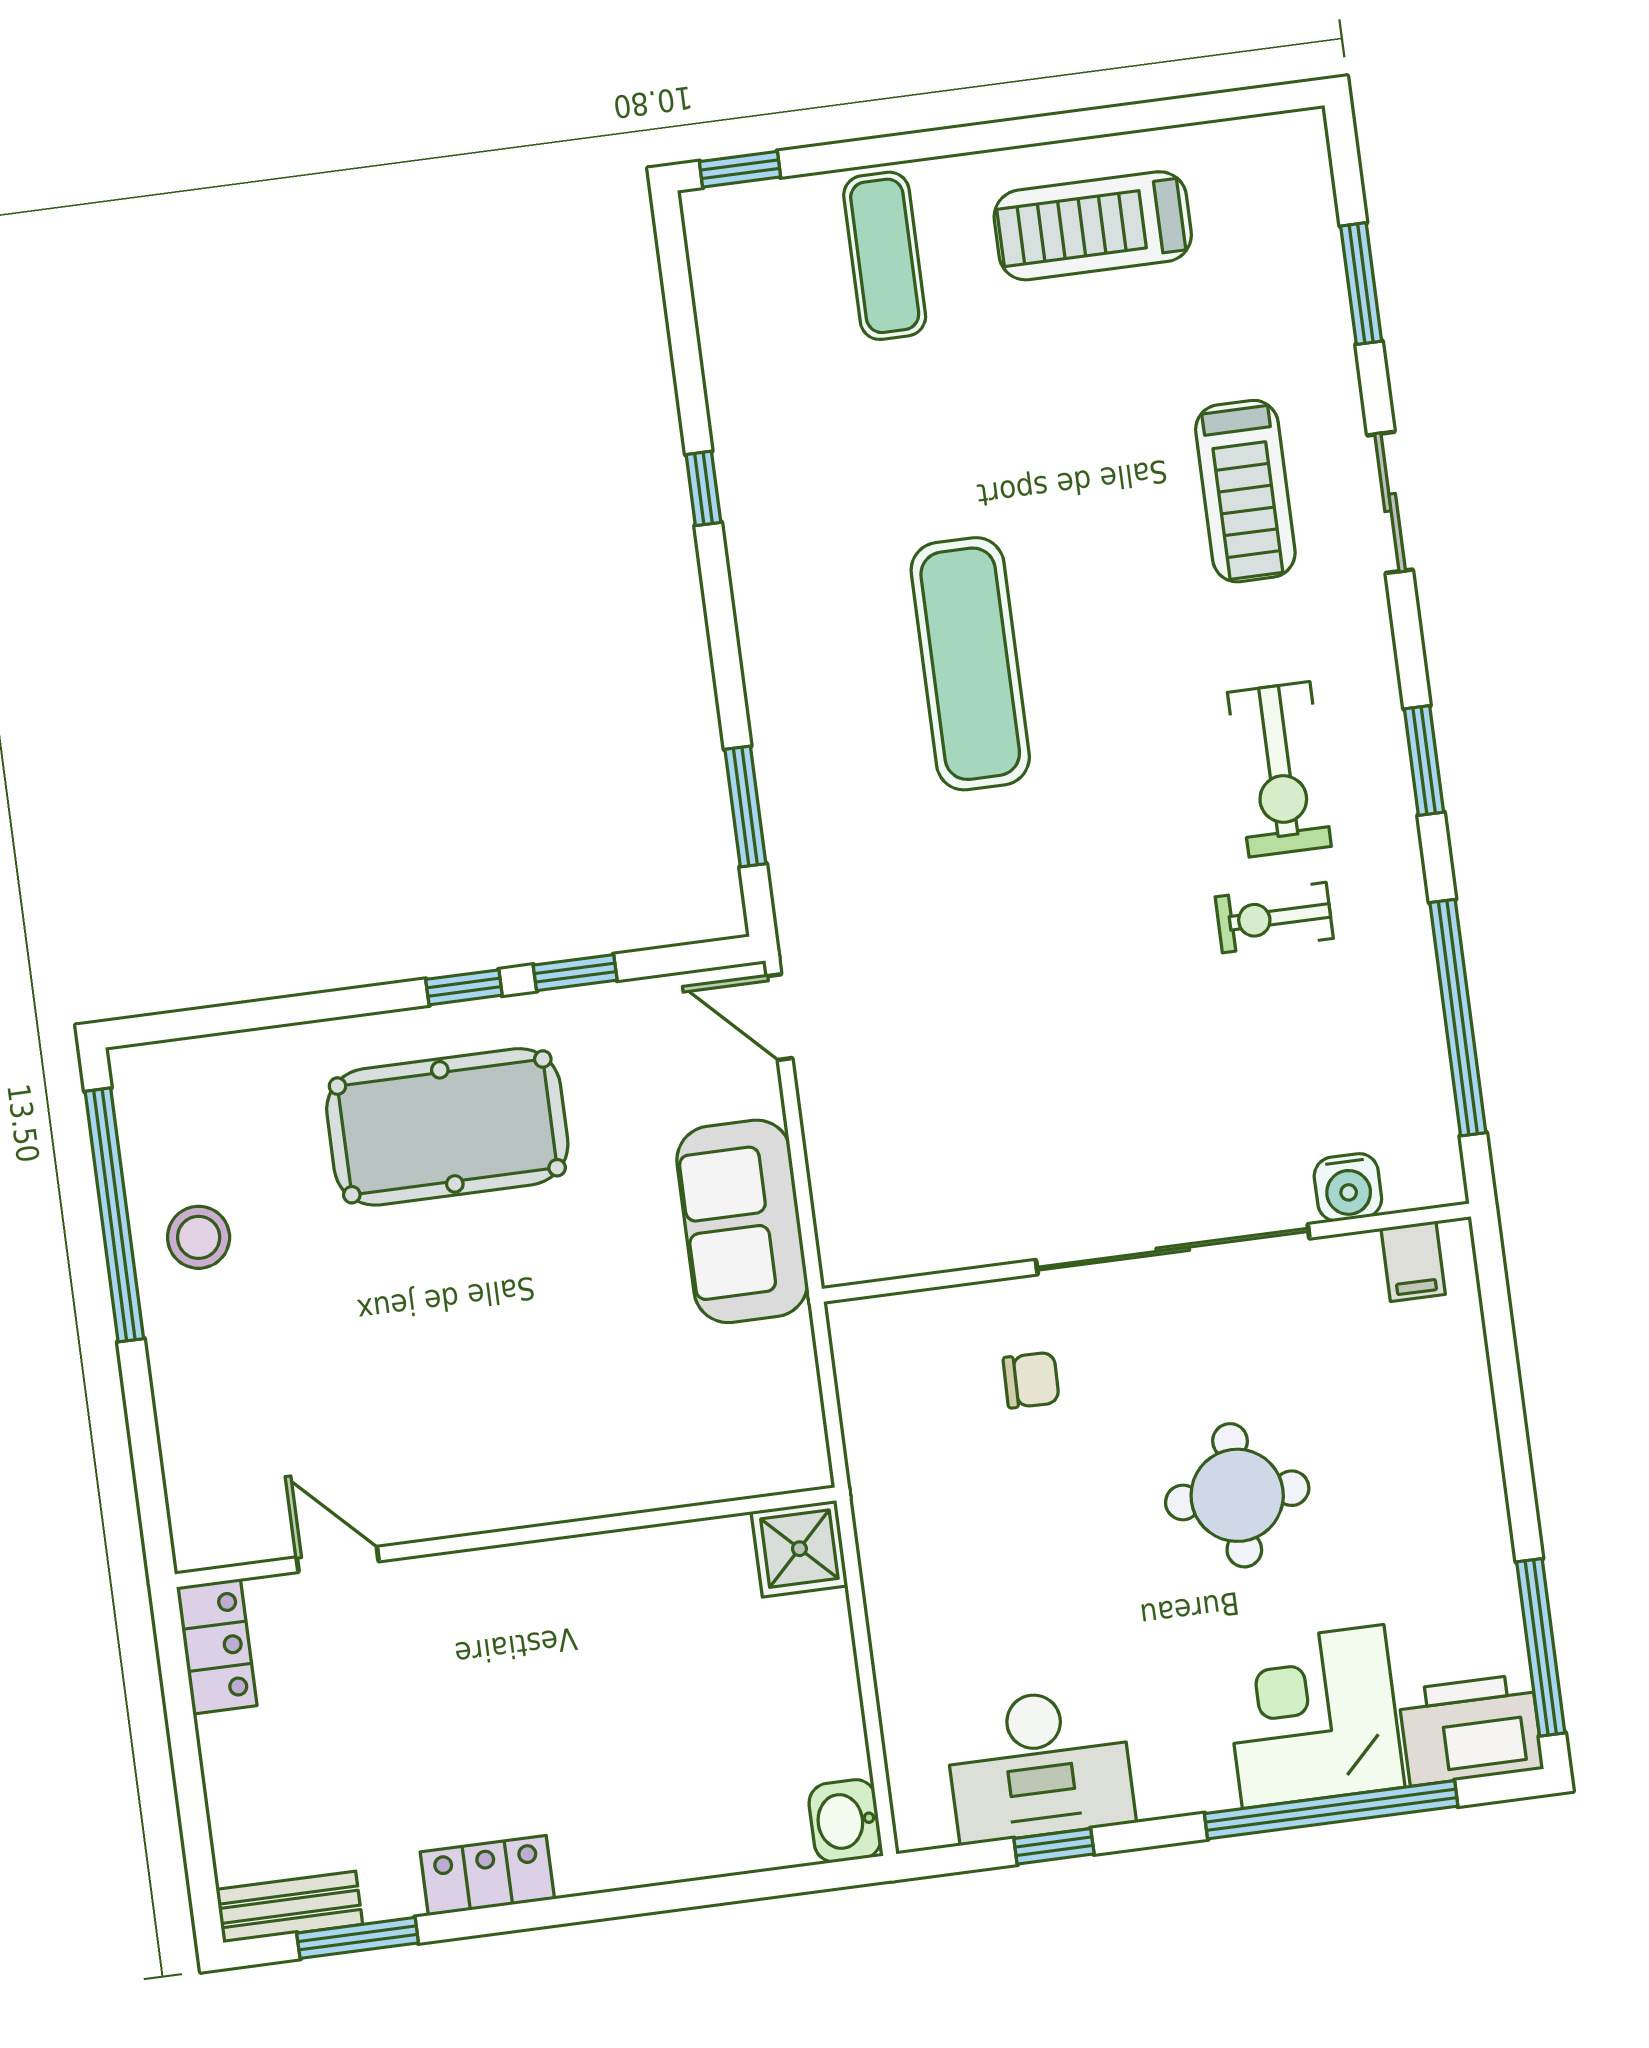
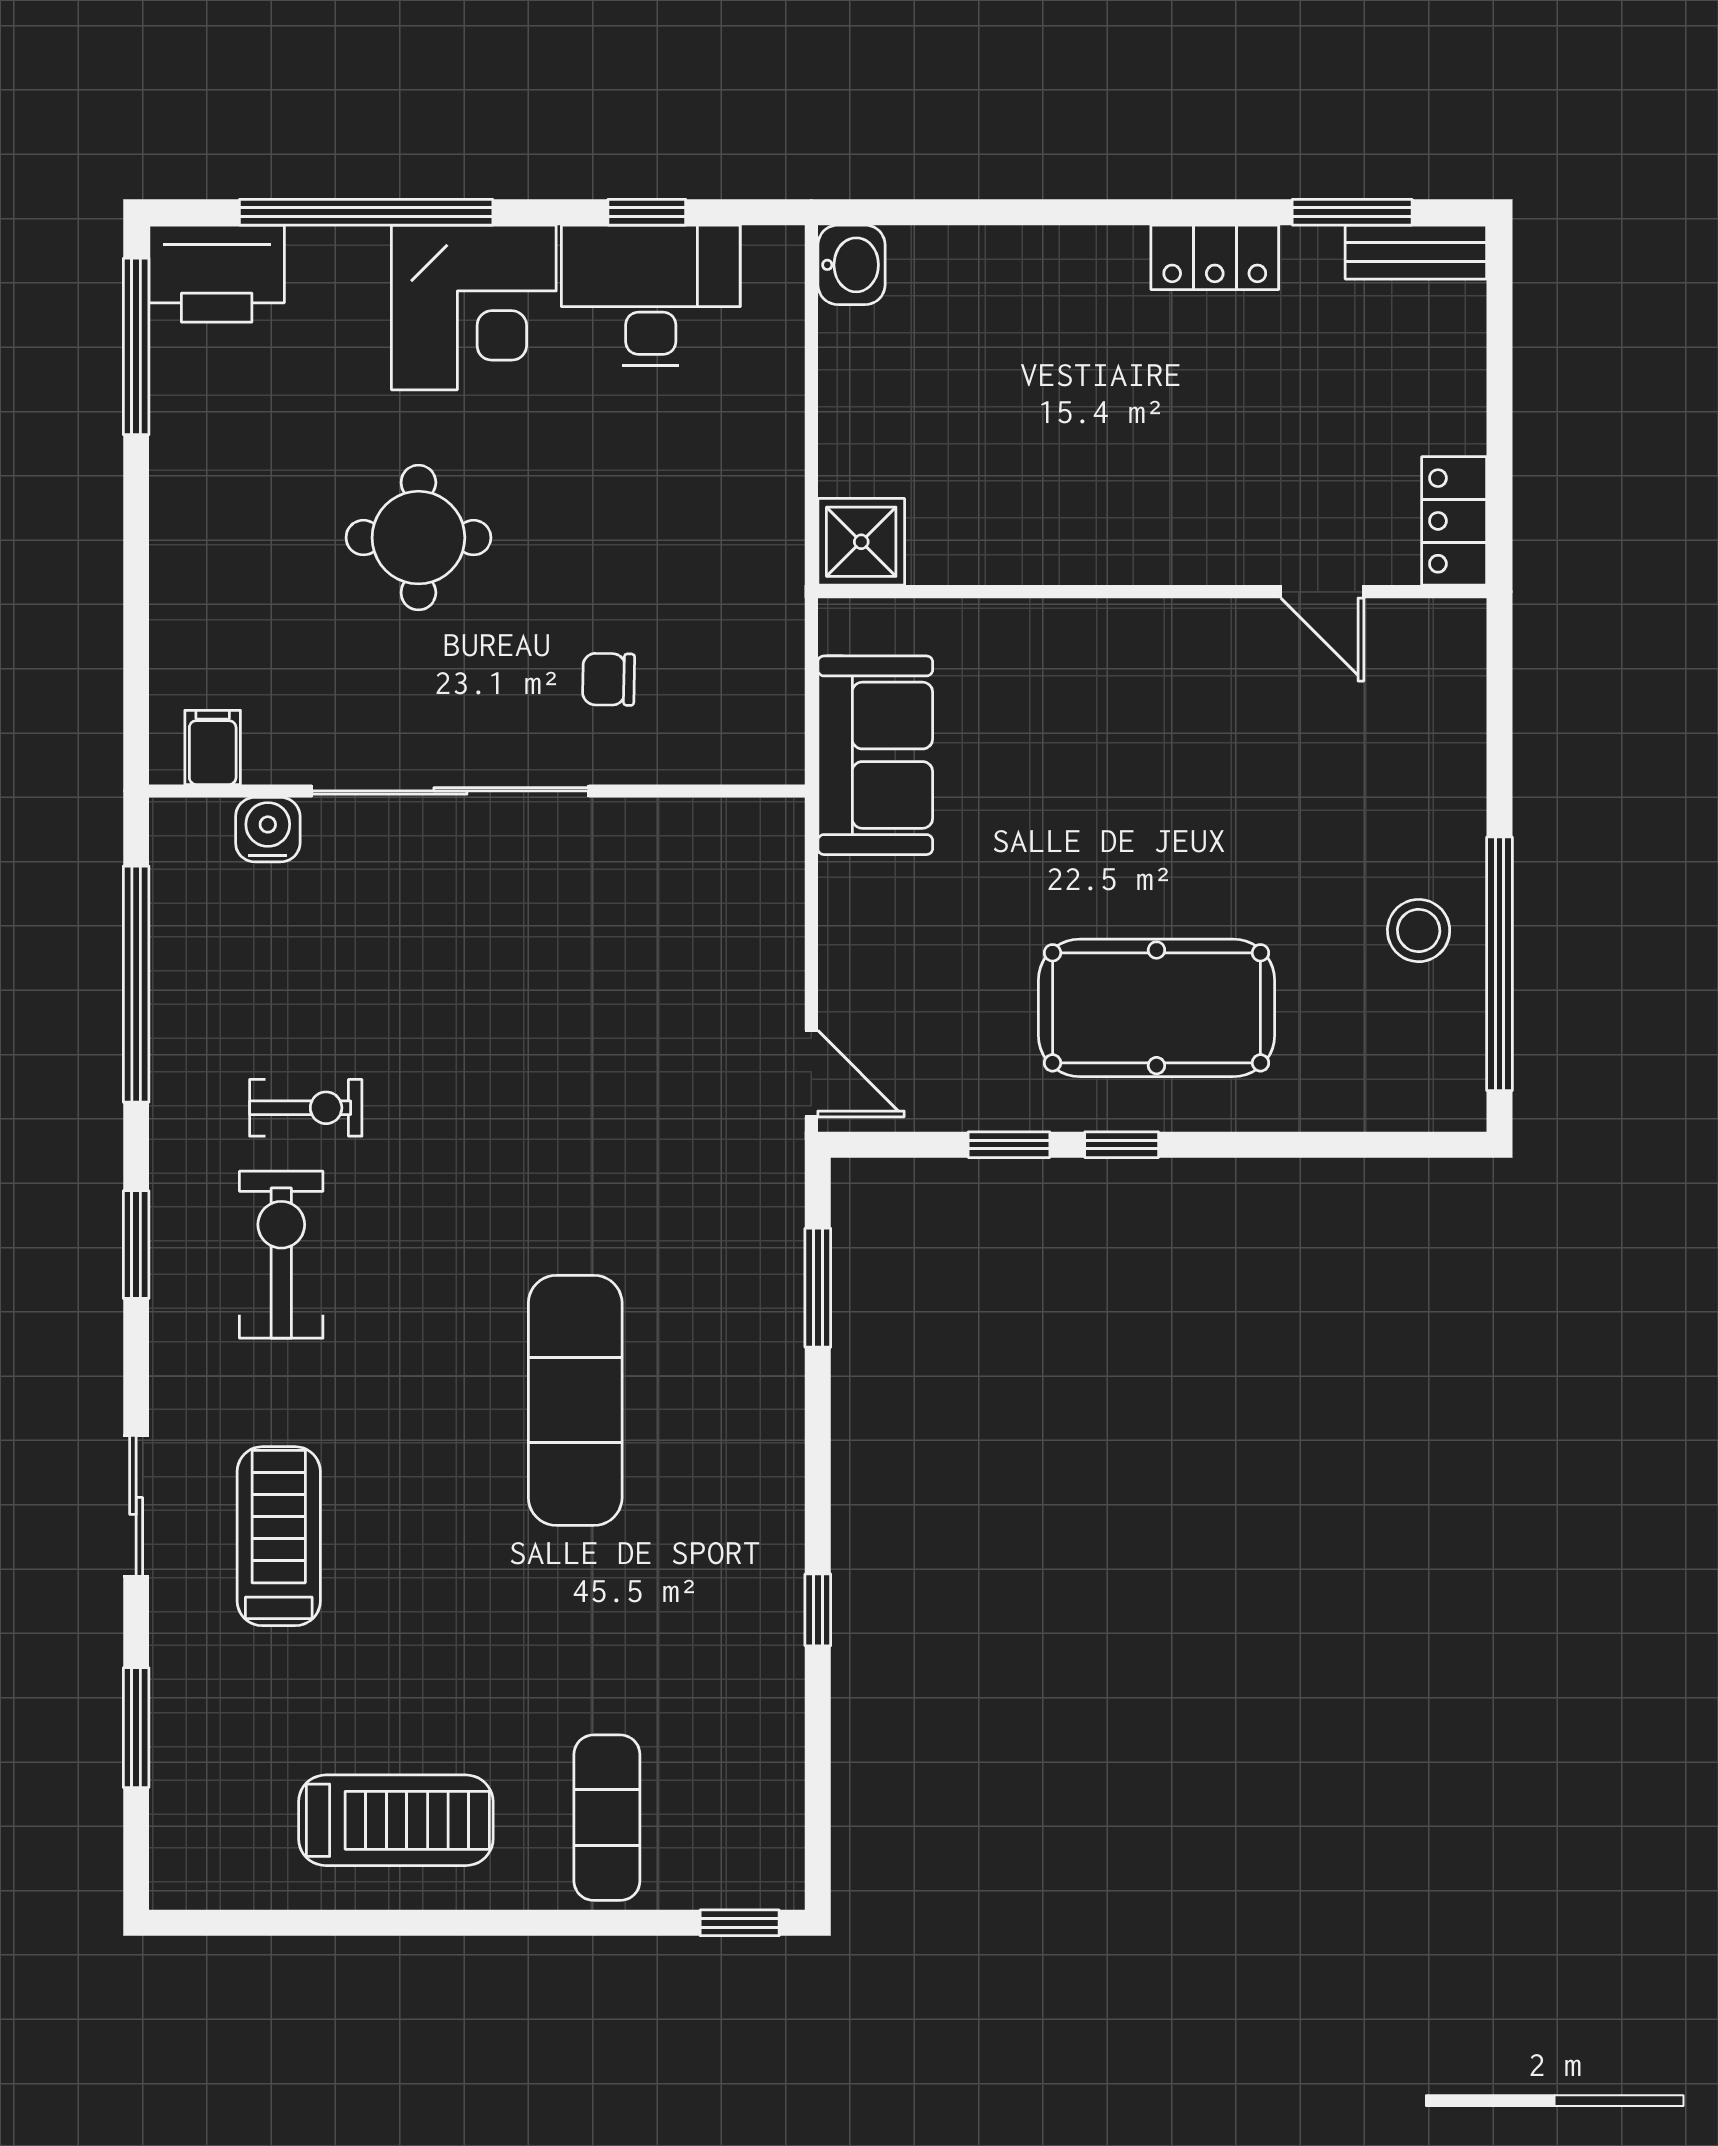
sofa: (742, 1221) -> (875, 755), moved
corner desk: (1313, 1716) -> (474, 307), moved

